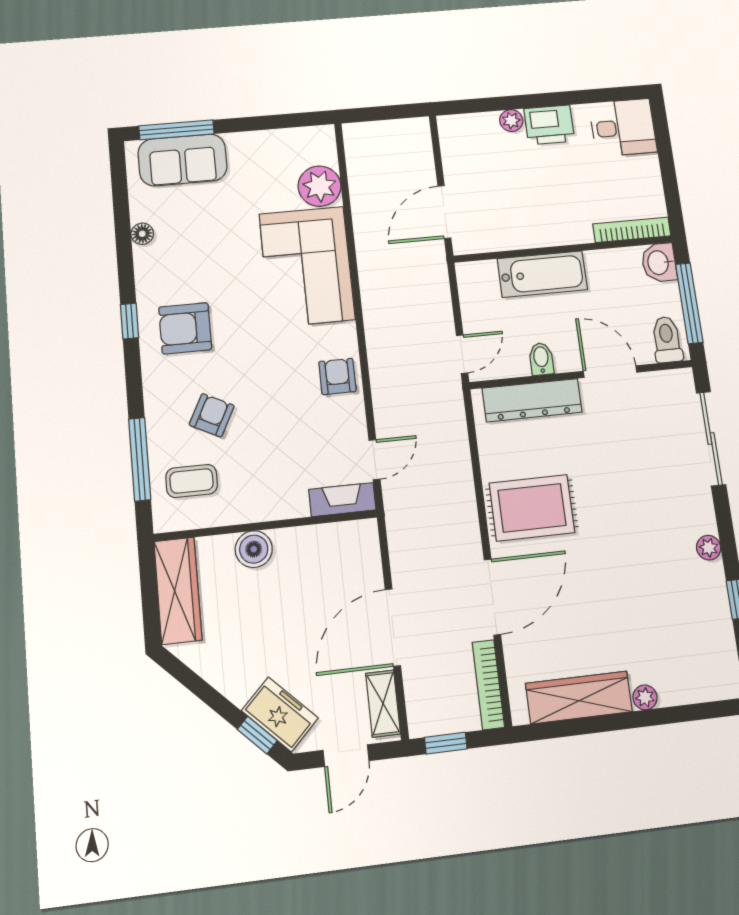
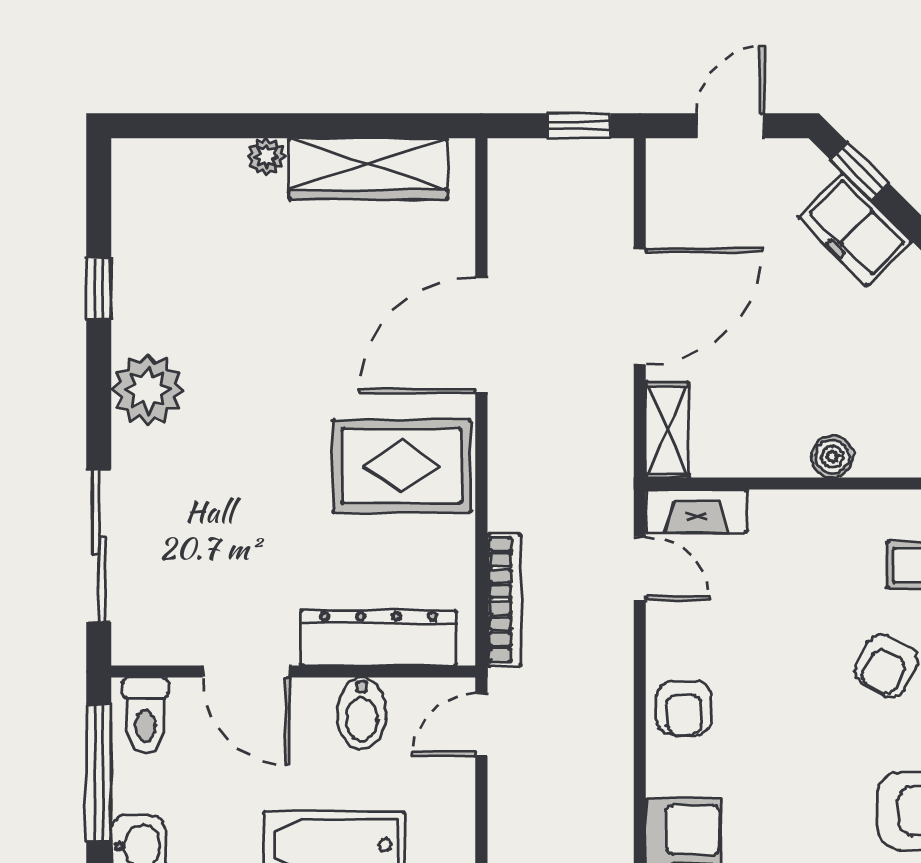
bidet: (541, 359) -> (362, 713), width x1.38, depth x1.36
door: (375, 460) -> (640, 568), swing flipped
plant: (709, 548) -> (148, 390), width x1.87, depth x1.87
boiler: (254, 549) -> (832, 457), width x0.73, depth x0.73
bookcase: (488, 685) -> (504, 600), moved
shelving: (383, 704) -> (667, 430), moved
freezer: (280, 714) -> (855, 229), moved

